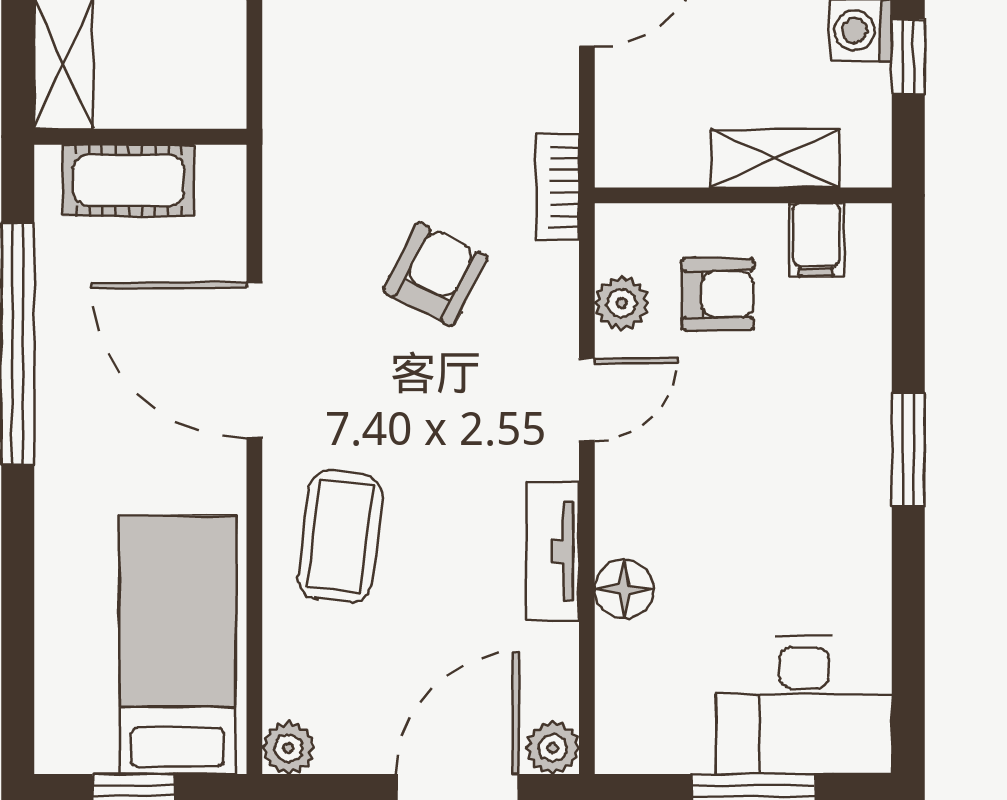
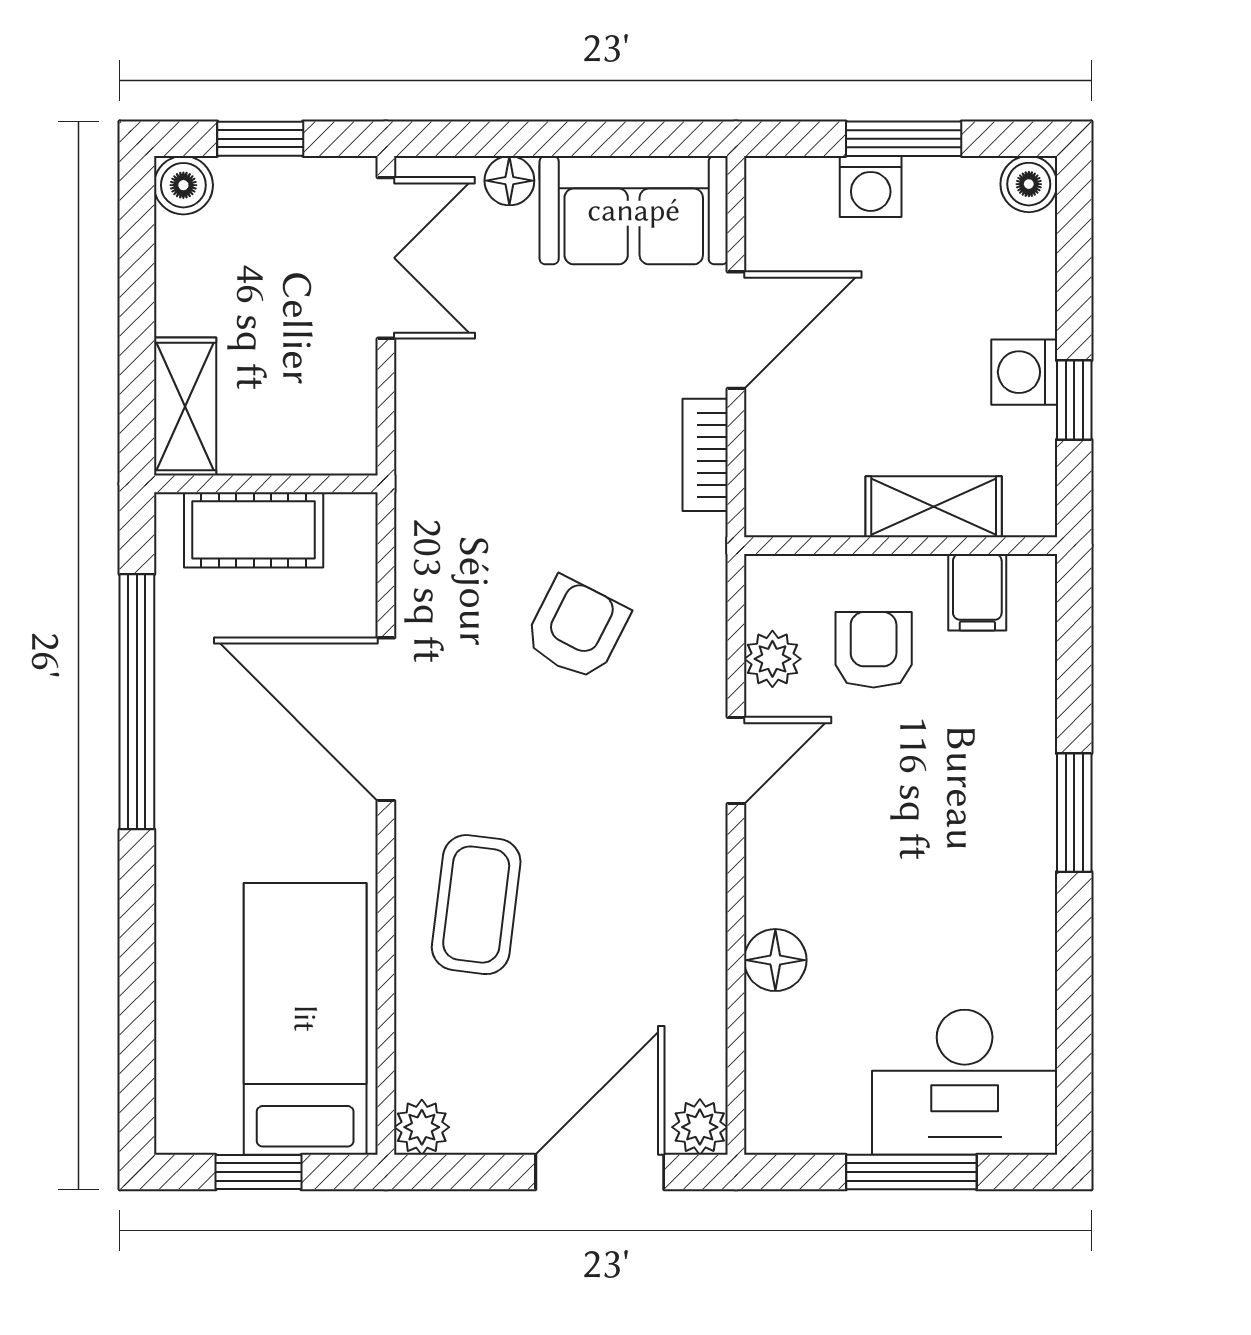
bookcase: (558, 187) -> (705, 455), moved
armchair: (718, 294) -> (874, 650), turned -90
tv unit: (553, 551) -> (700, 920), removed

